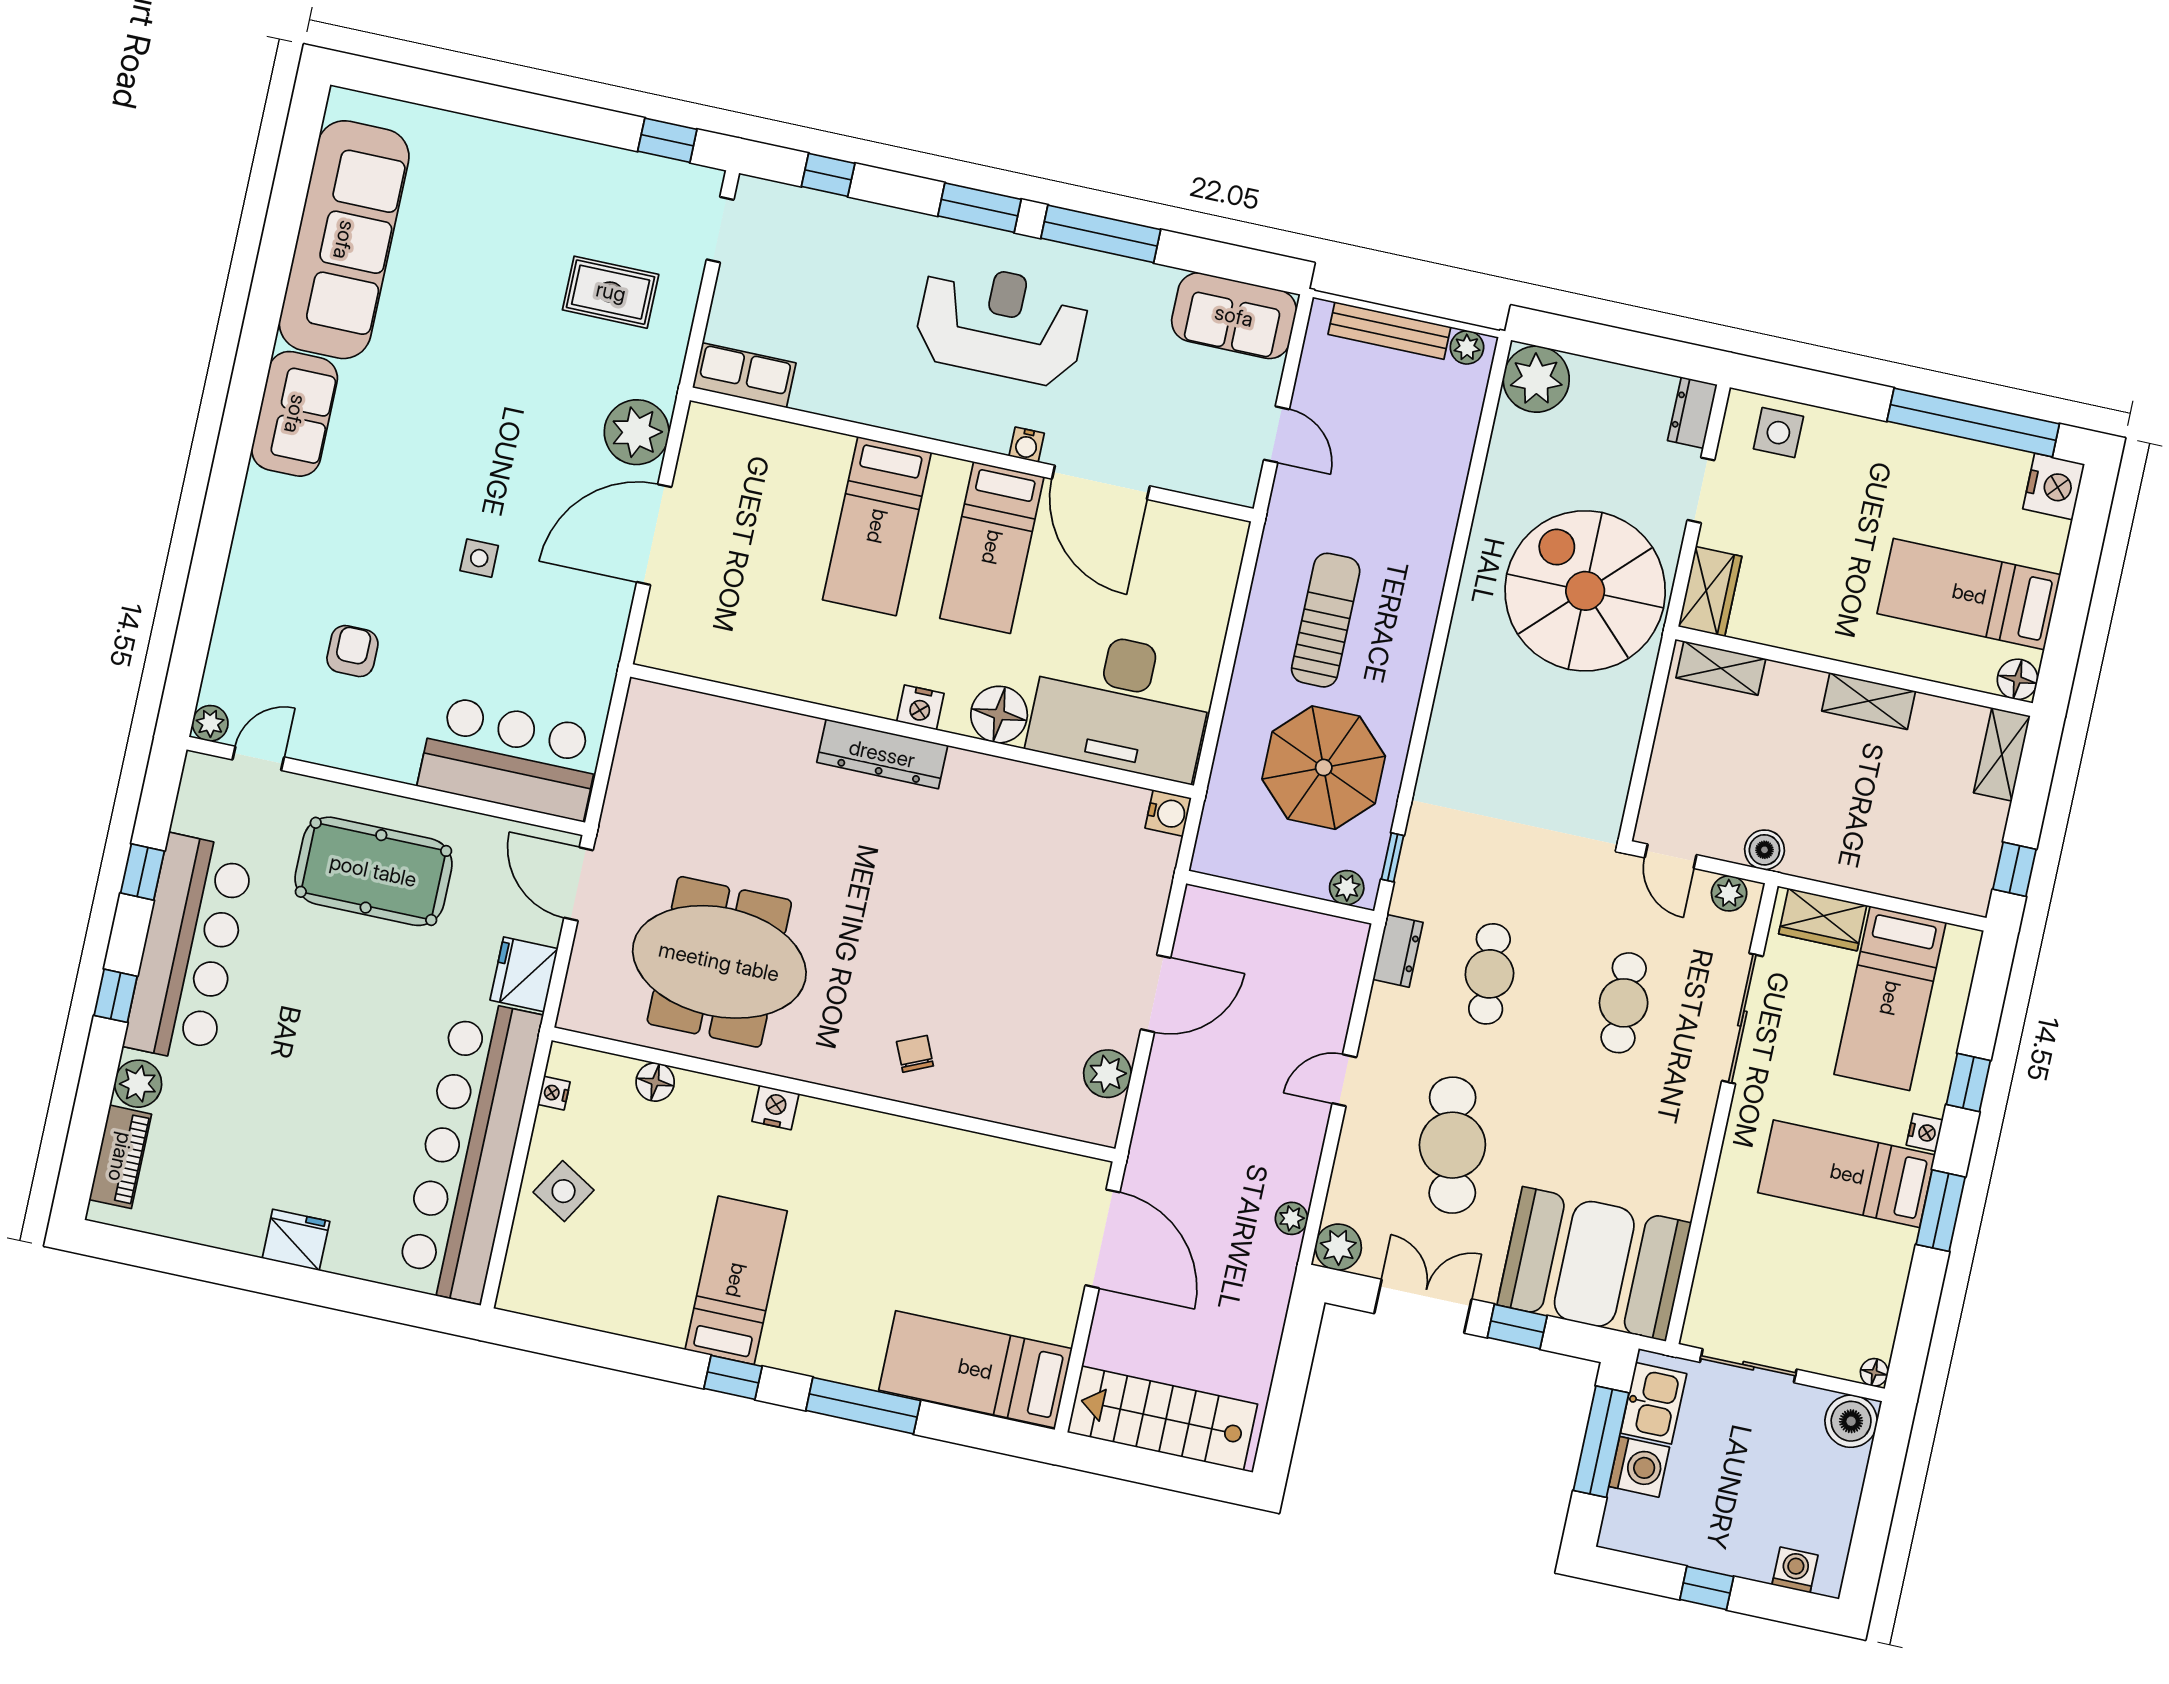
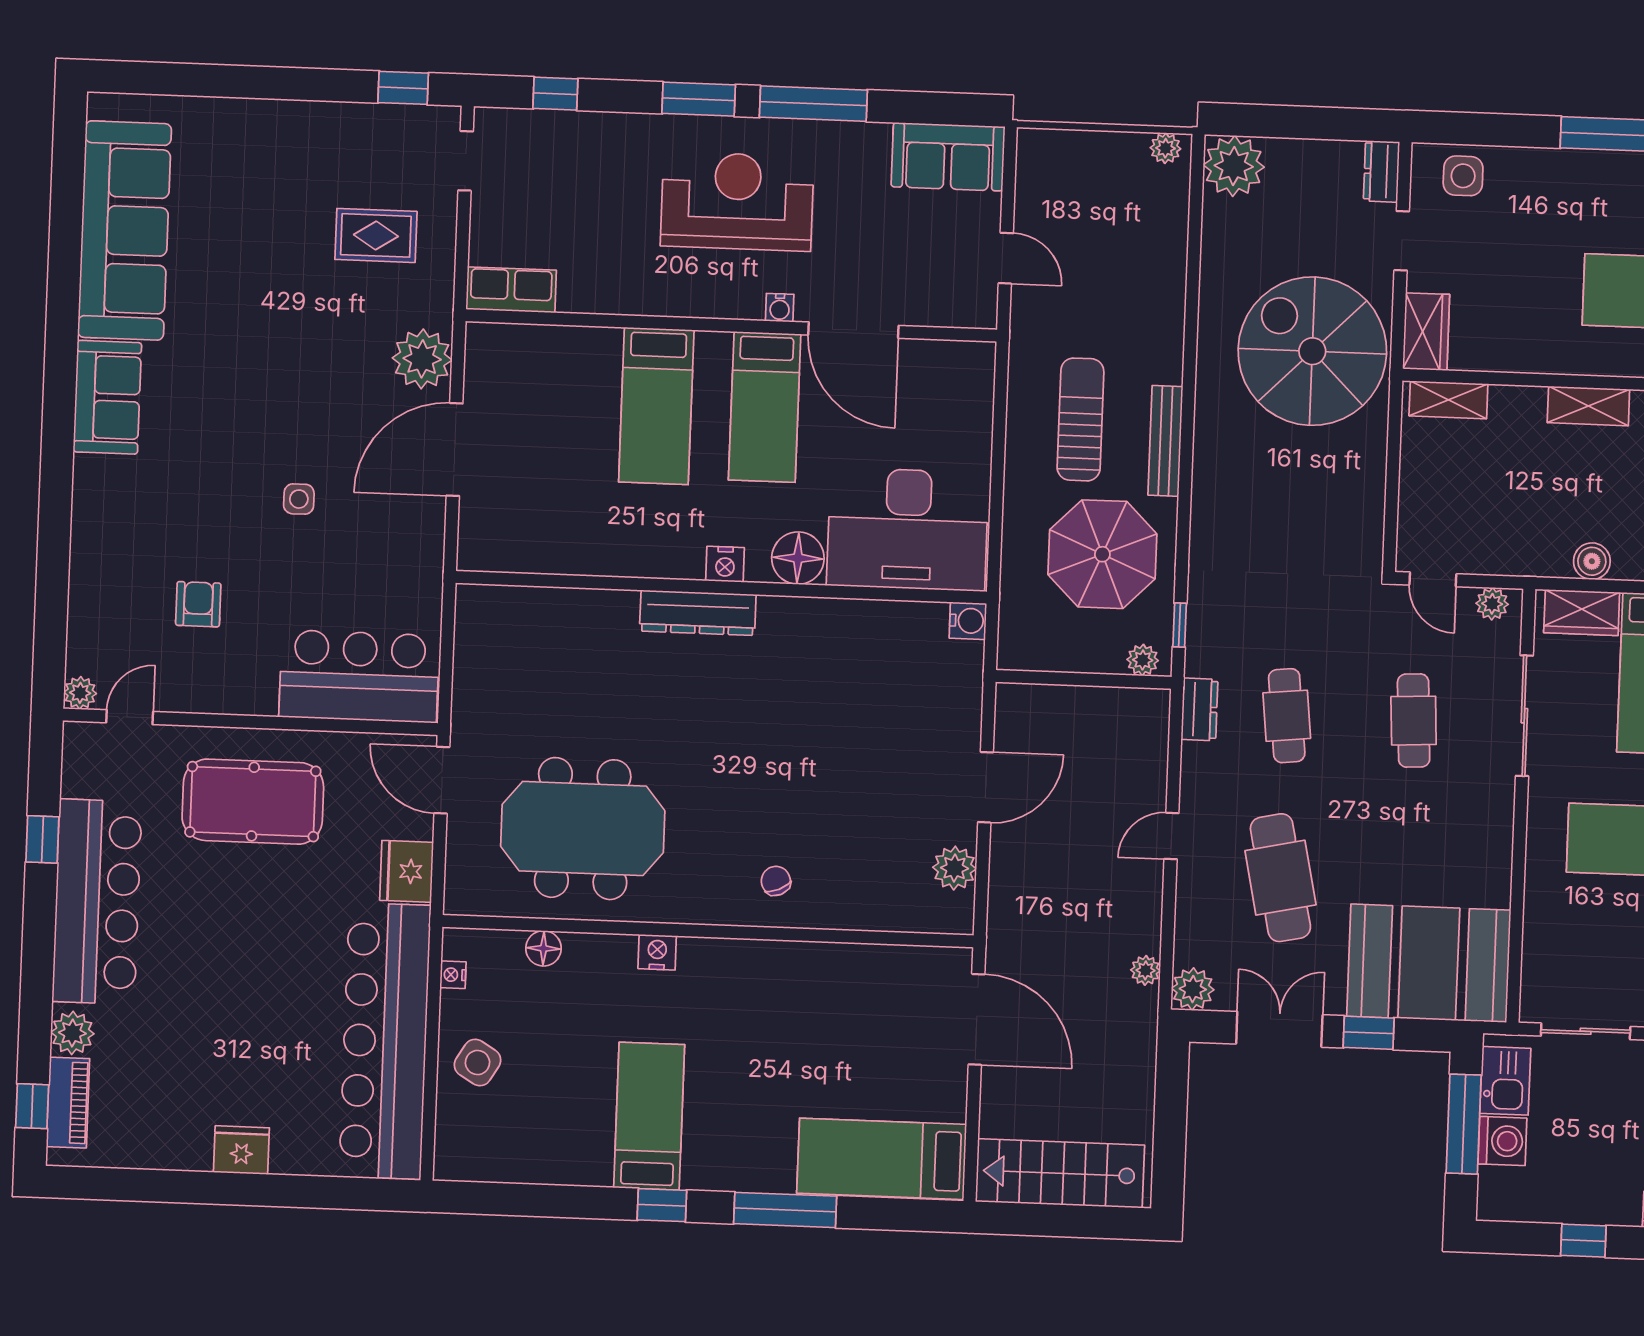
bench: (1389, 331) -> (1165, 441), moved, turned 90
boiler: (1764, 850) -> (1592, 561), moved
window: (116, 996) -> (32, 1106), moved

